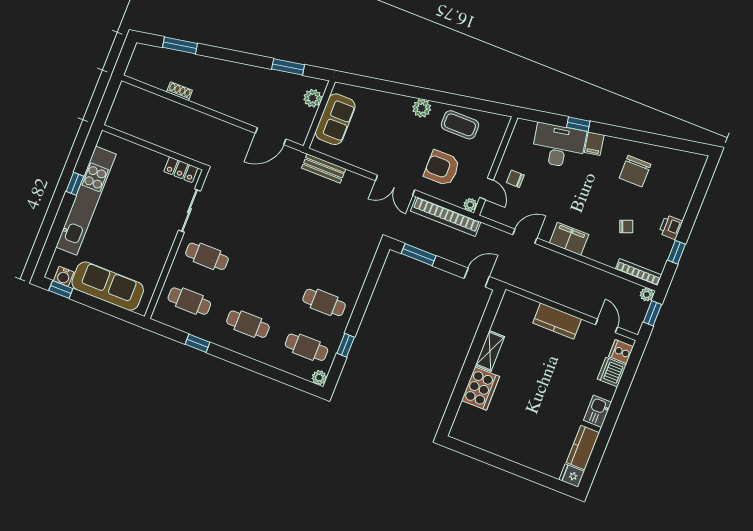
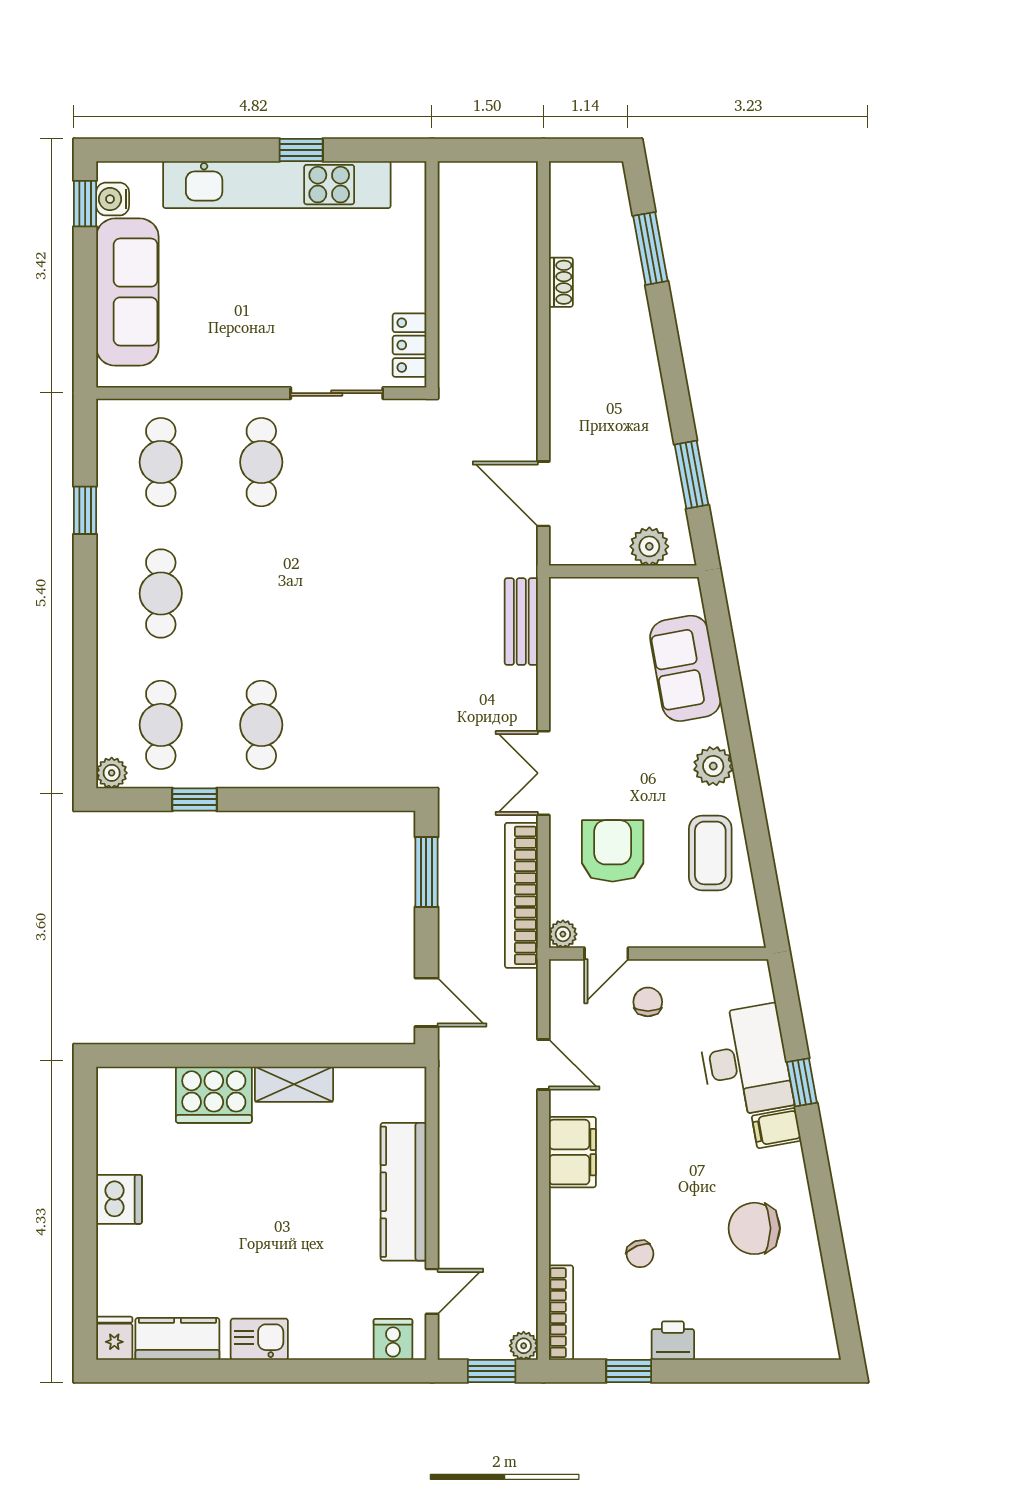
sofa: (335, 119) -> (685, 668), moved, turned 80
kitchen counter: (557, 321) -> (404, 1192), width x1.50
dishwasher: (612, 372) -> (119, 1199), moved, turned 90

